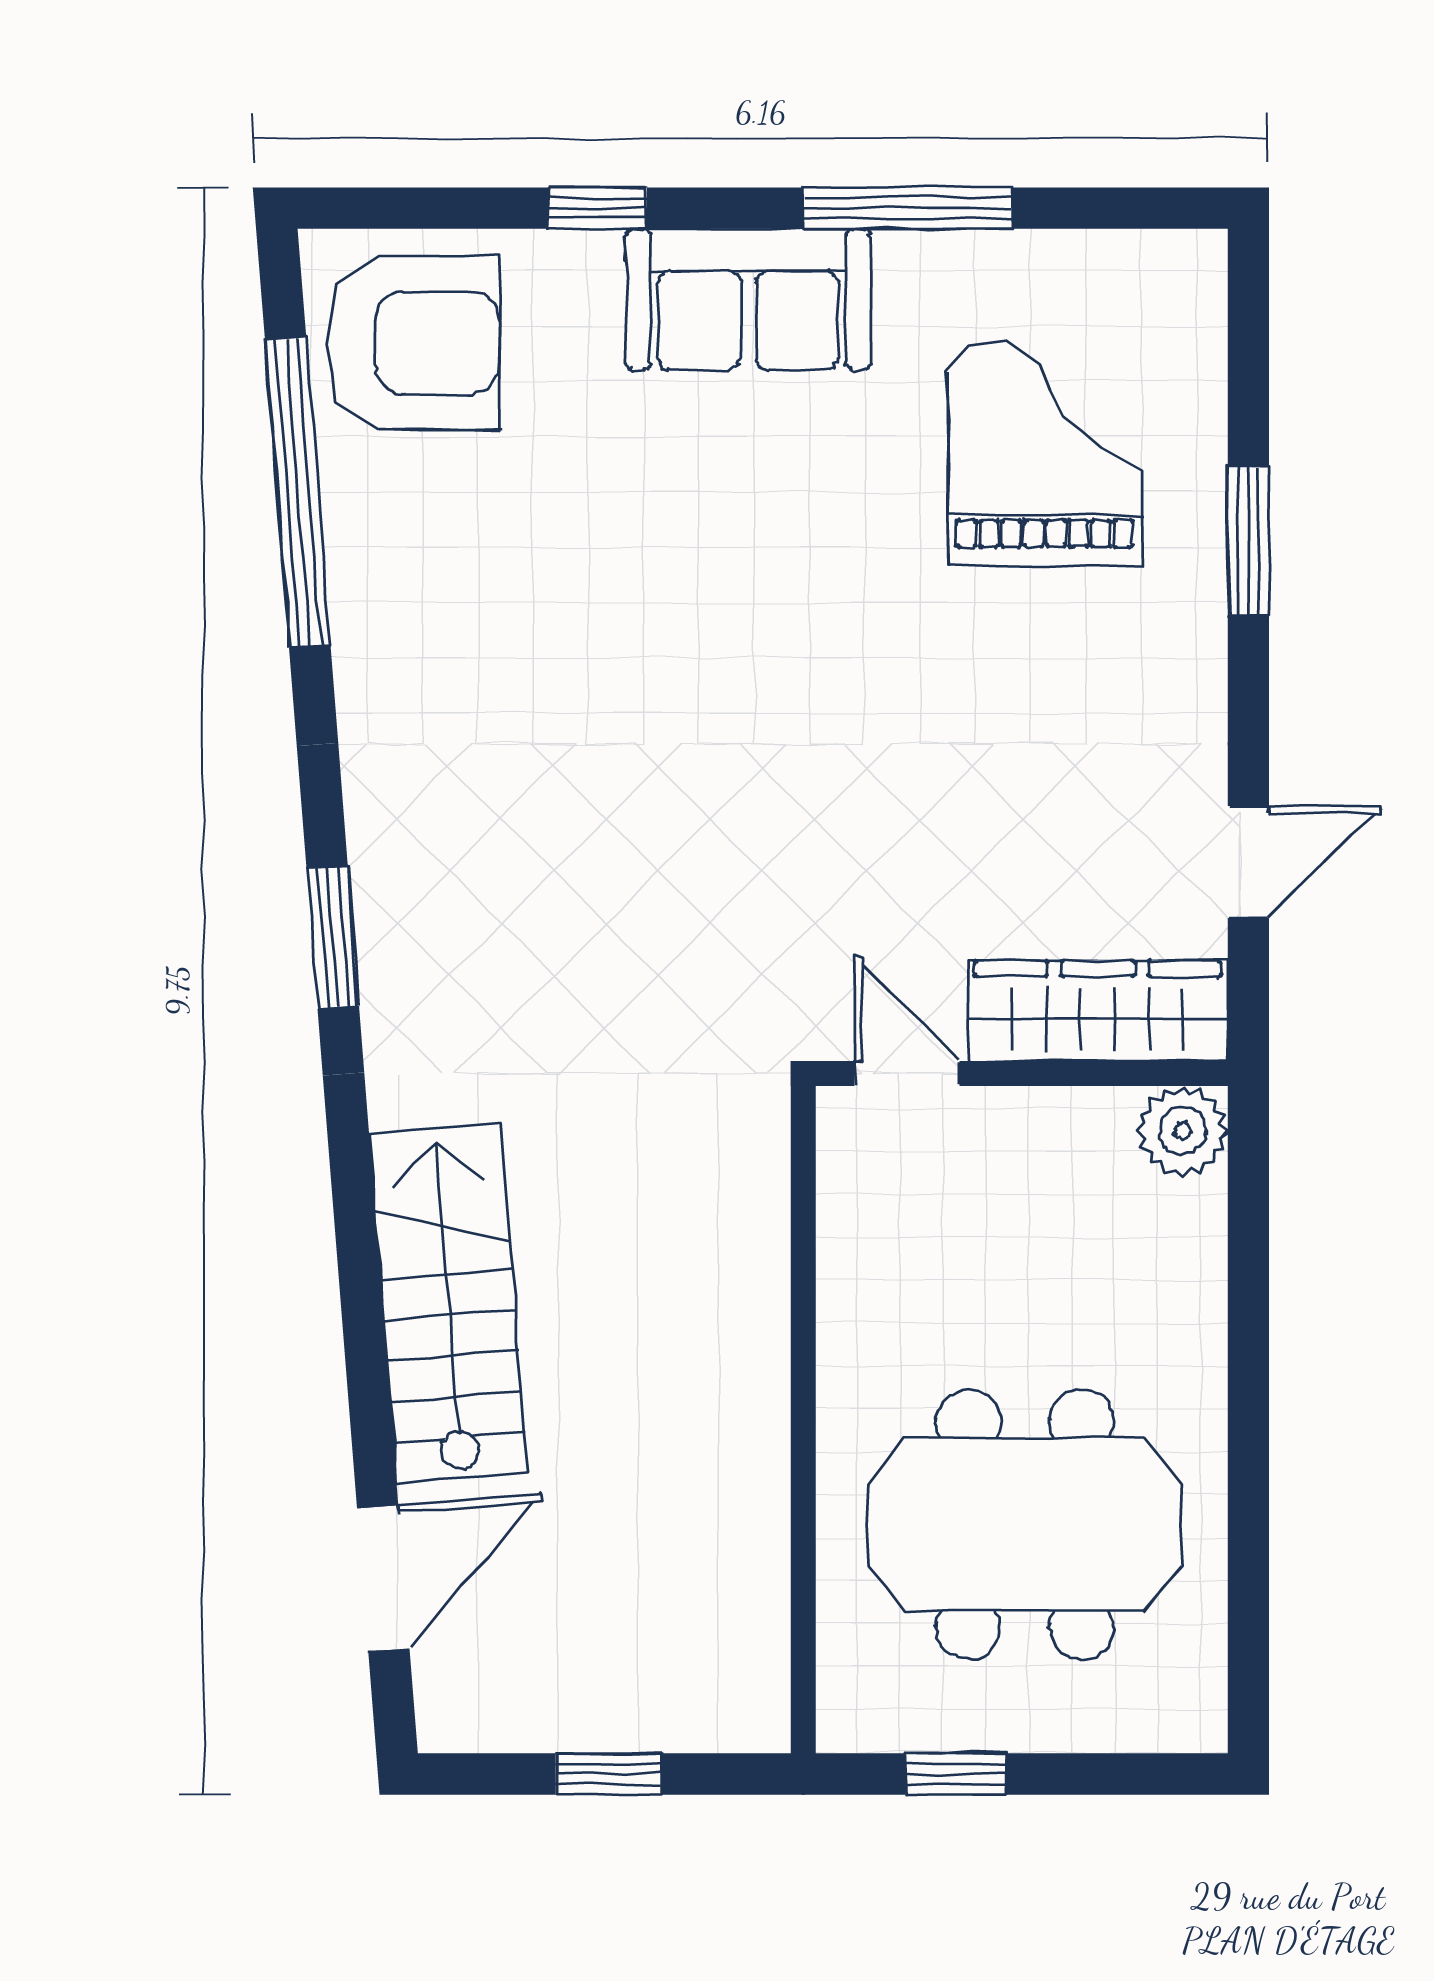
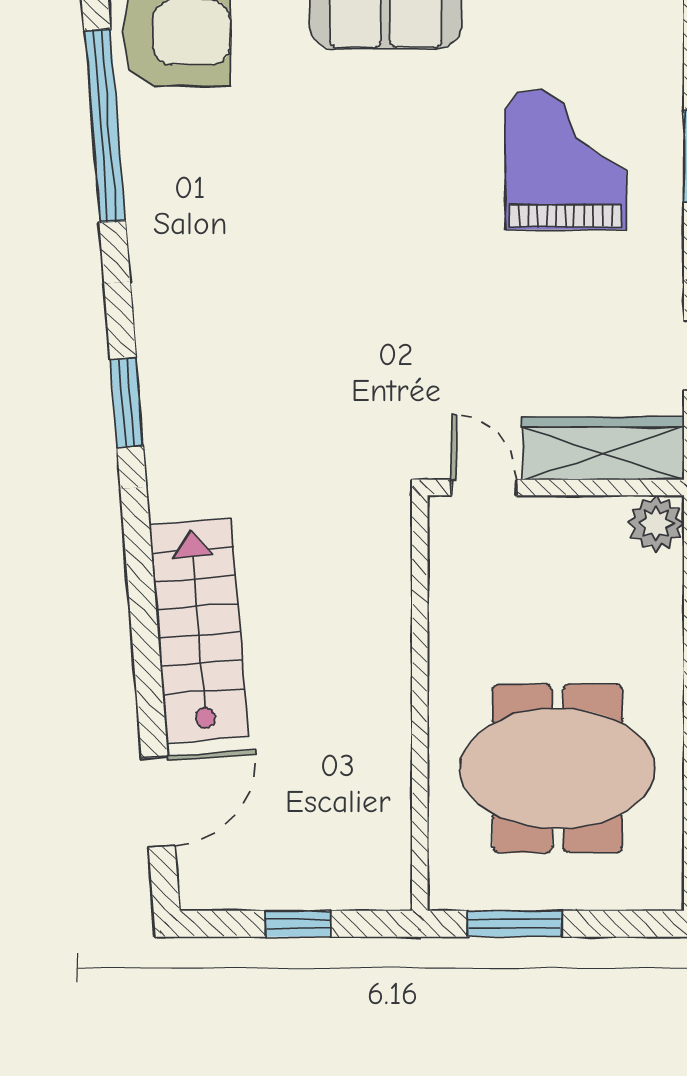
grand piano: (1045, 453) -> (566, 160), moved
window: (956, 1774) -> (515, 924), width x1.50

